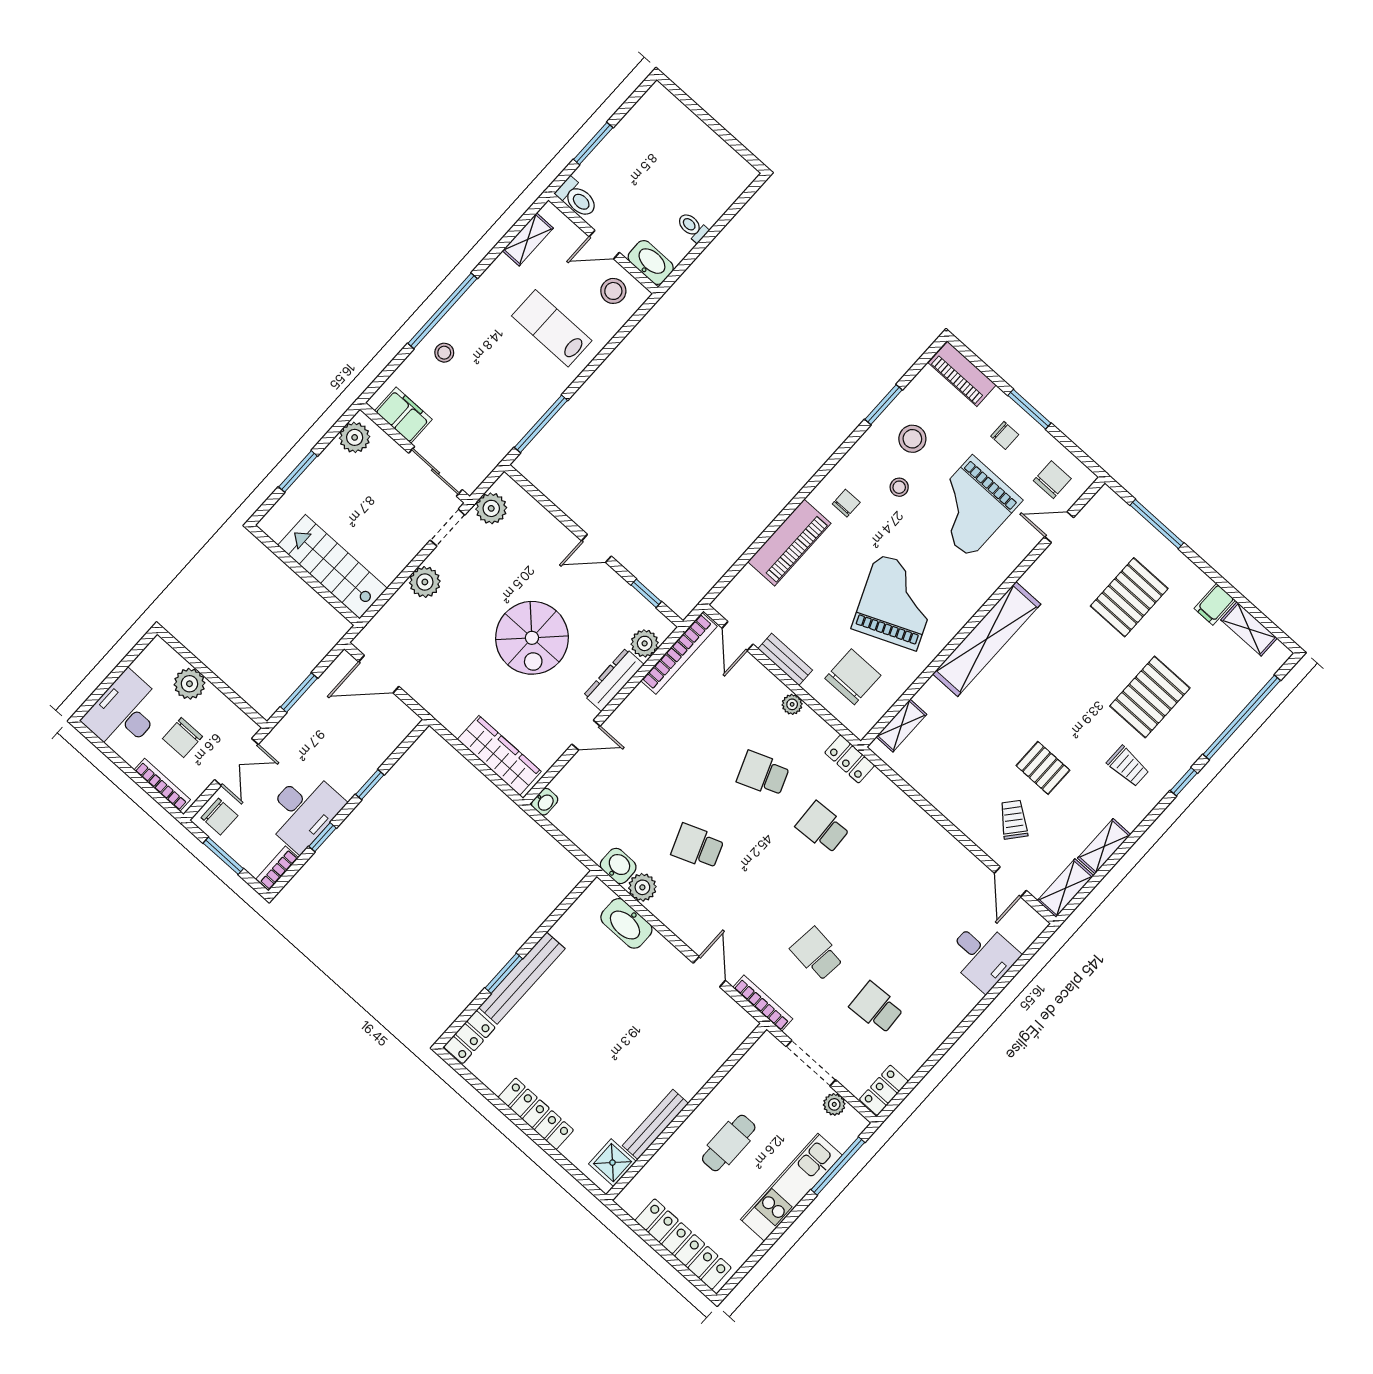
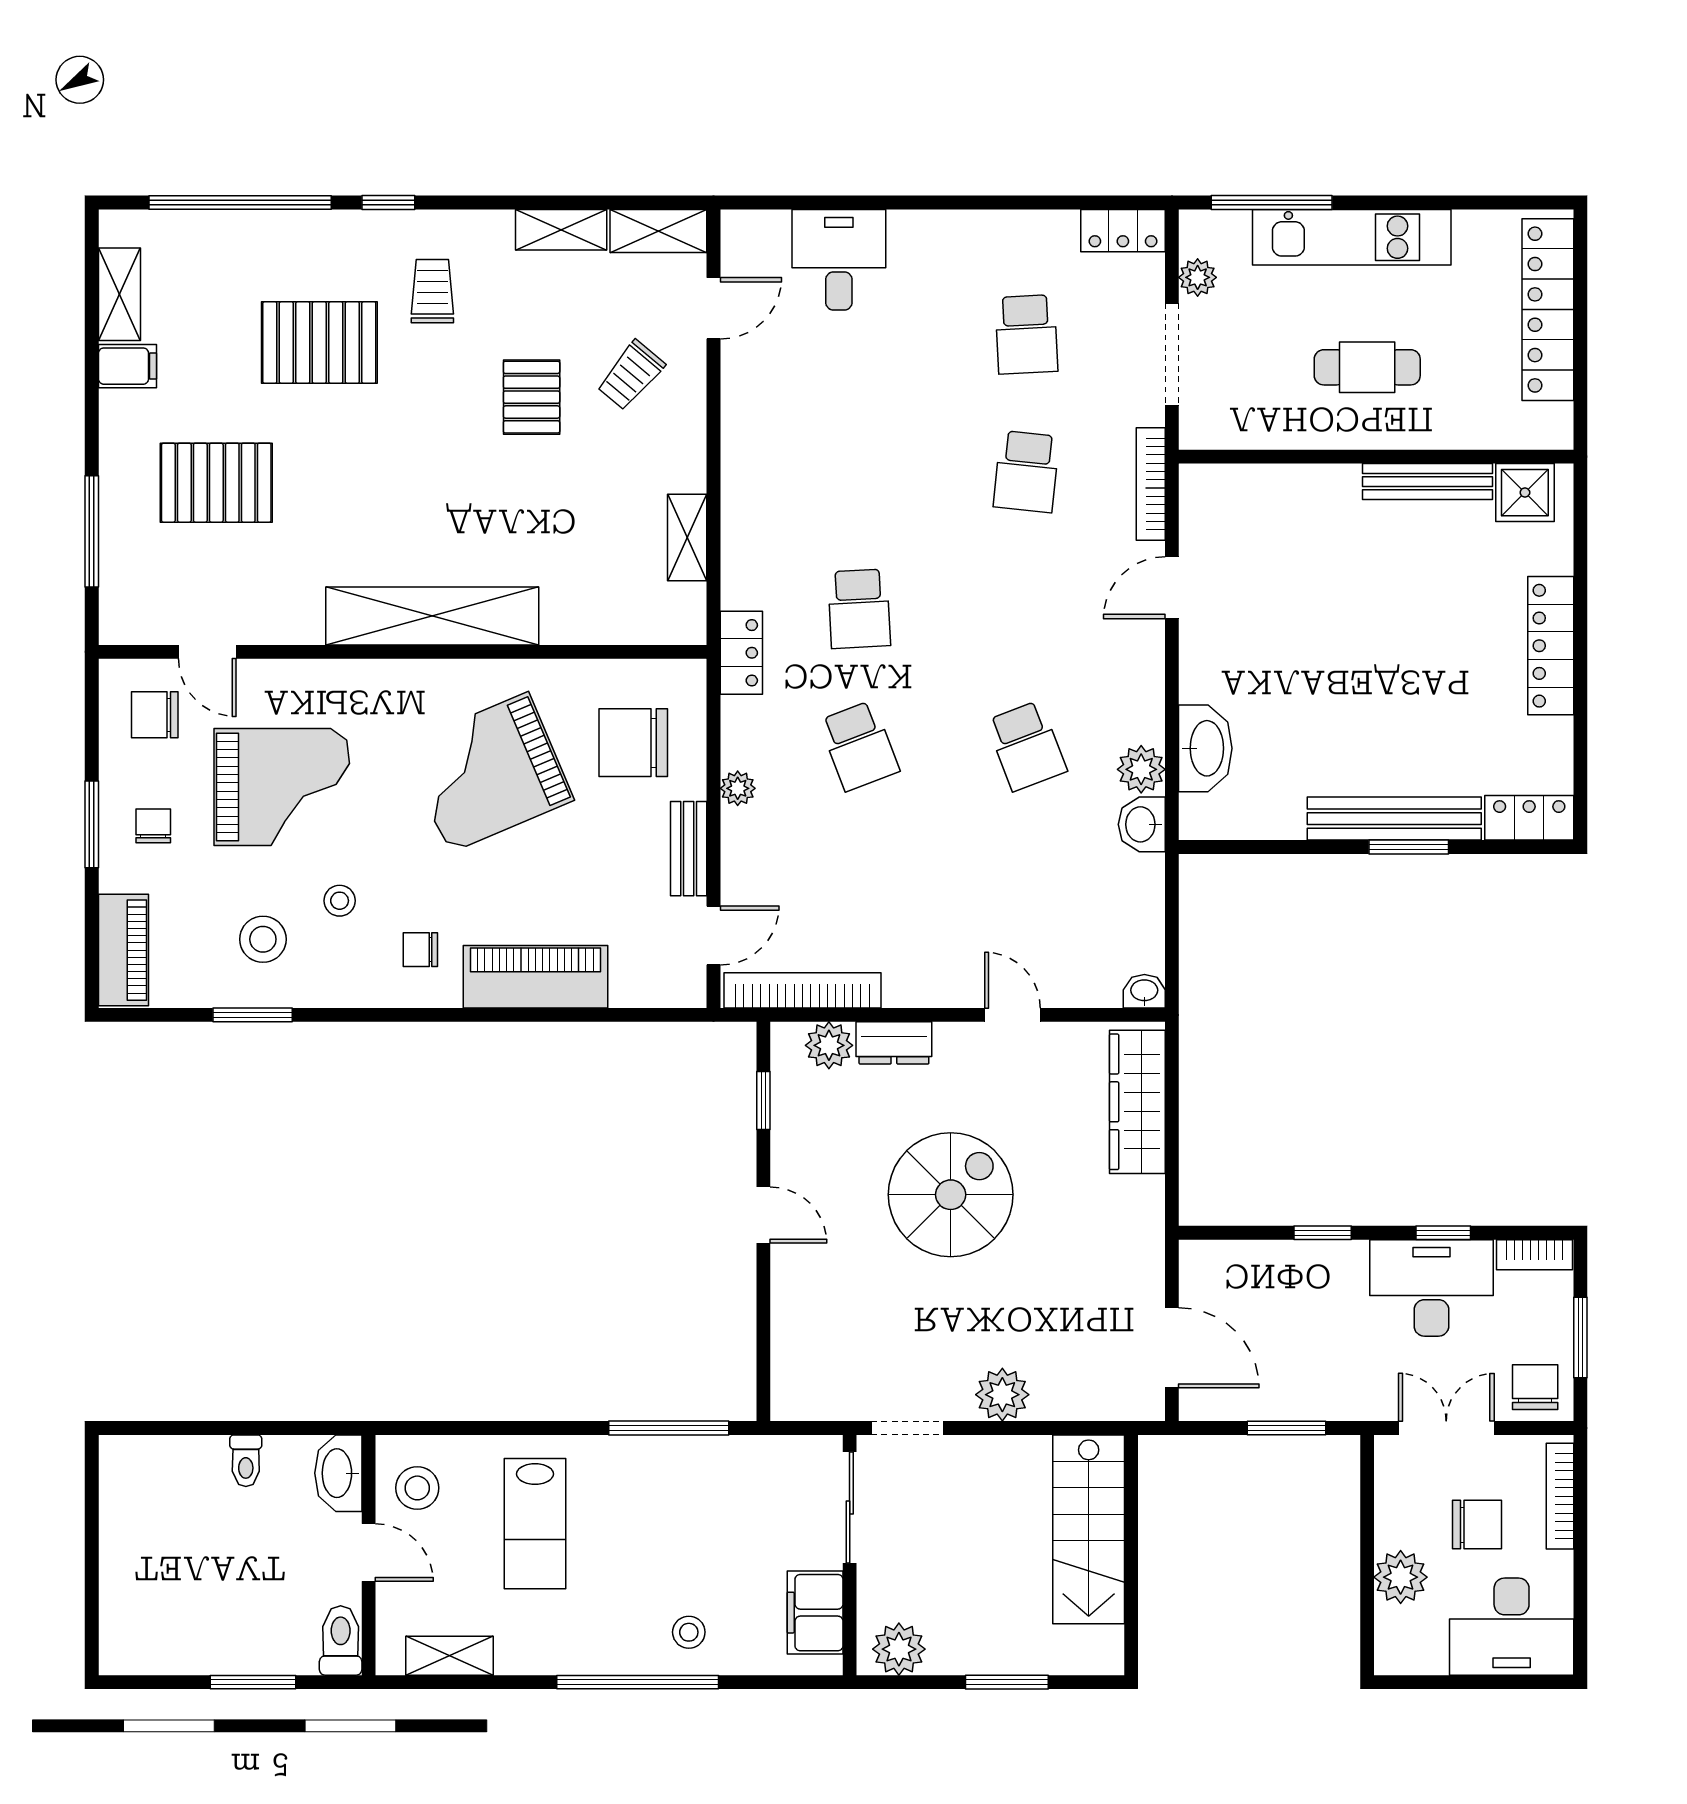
plant: (491, 508) -> (833, 1394), removed
dresser: (614, 680) -> (894, 1043), width x0.70
shelving: (901, 726) -> (687, 537), moved, turned 90

